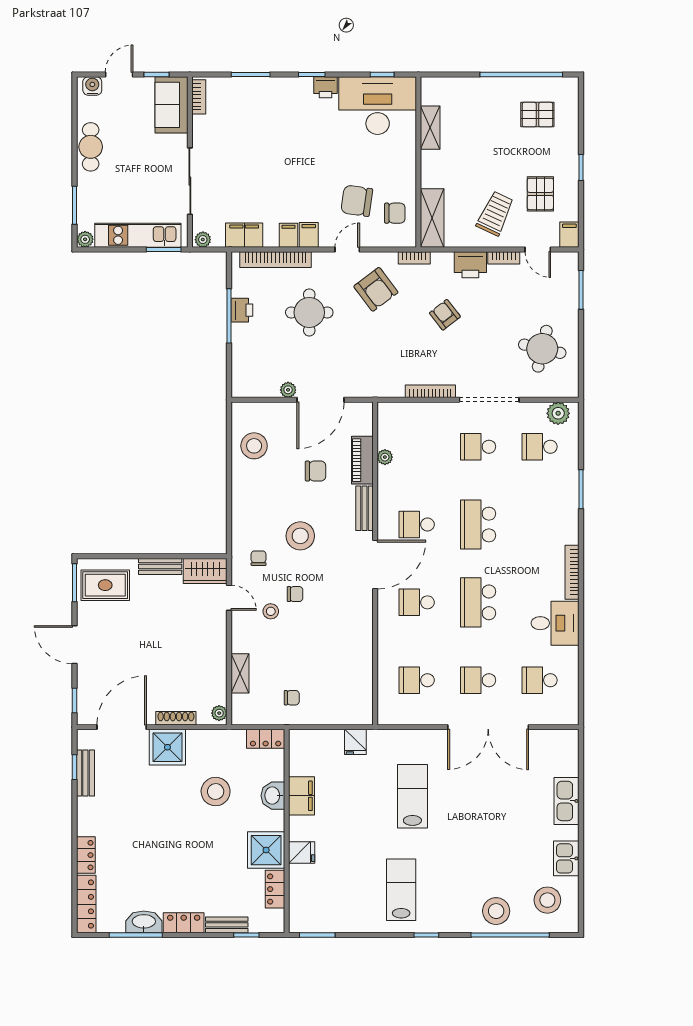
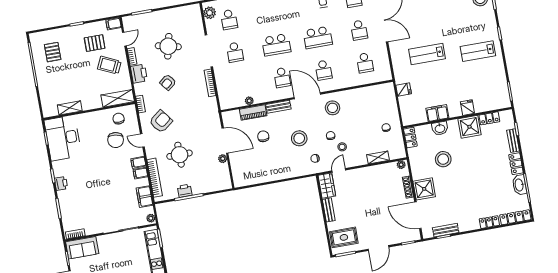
printer: (325, 87) -> (61, 183), moved
round table: (542, 349) -> (168, 46), moved
stool: (254, 446) -> (333, 108), moved
rug: (105, 585) -> (344, 237), turned 90

